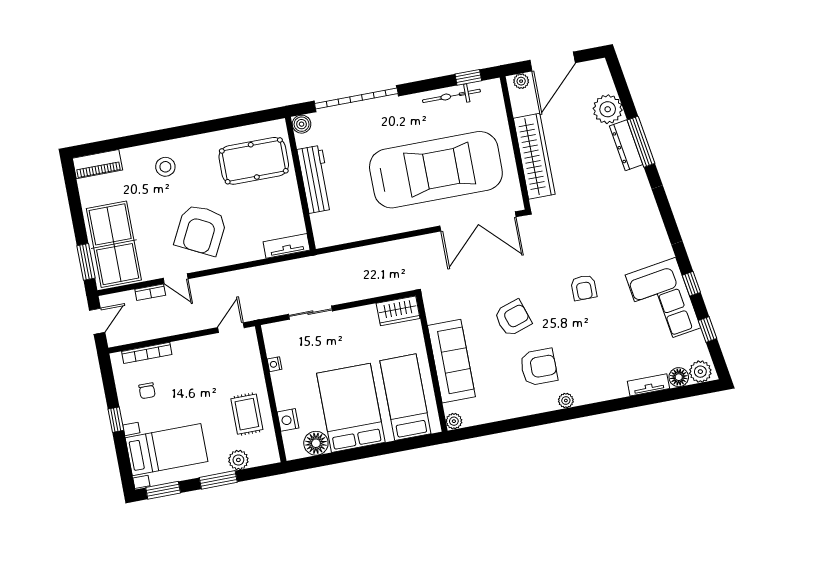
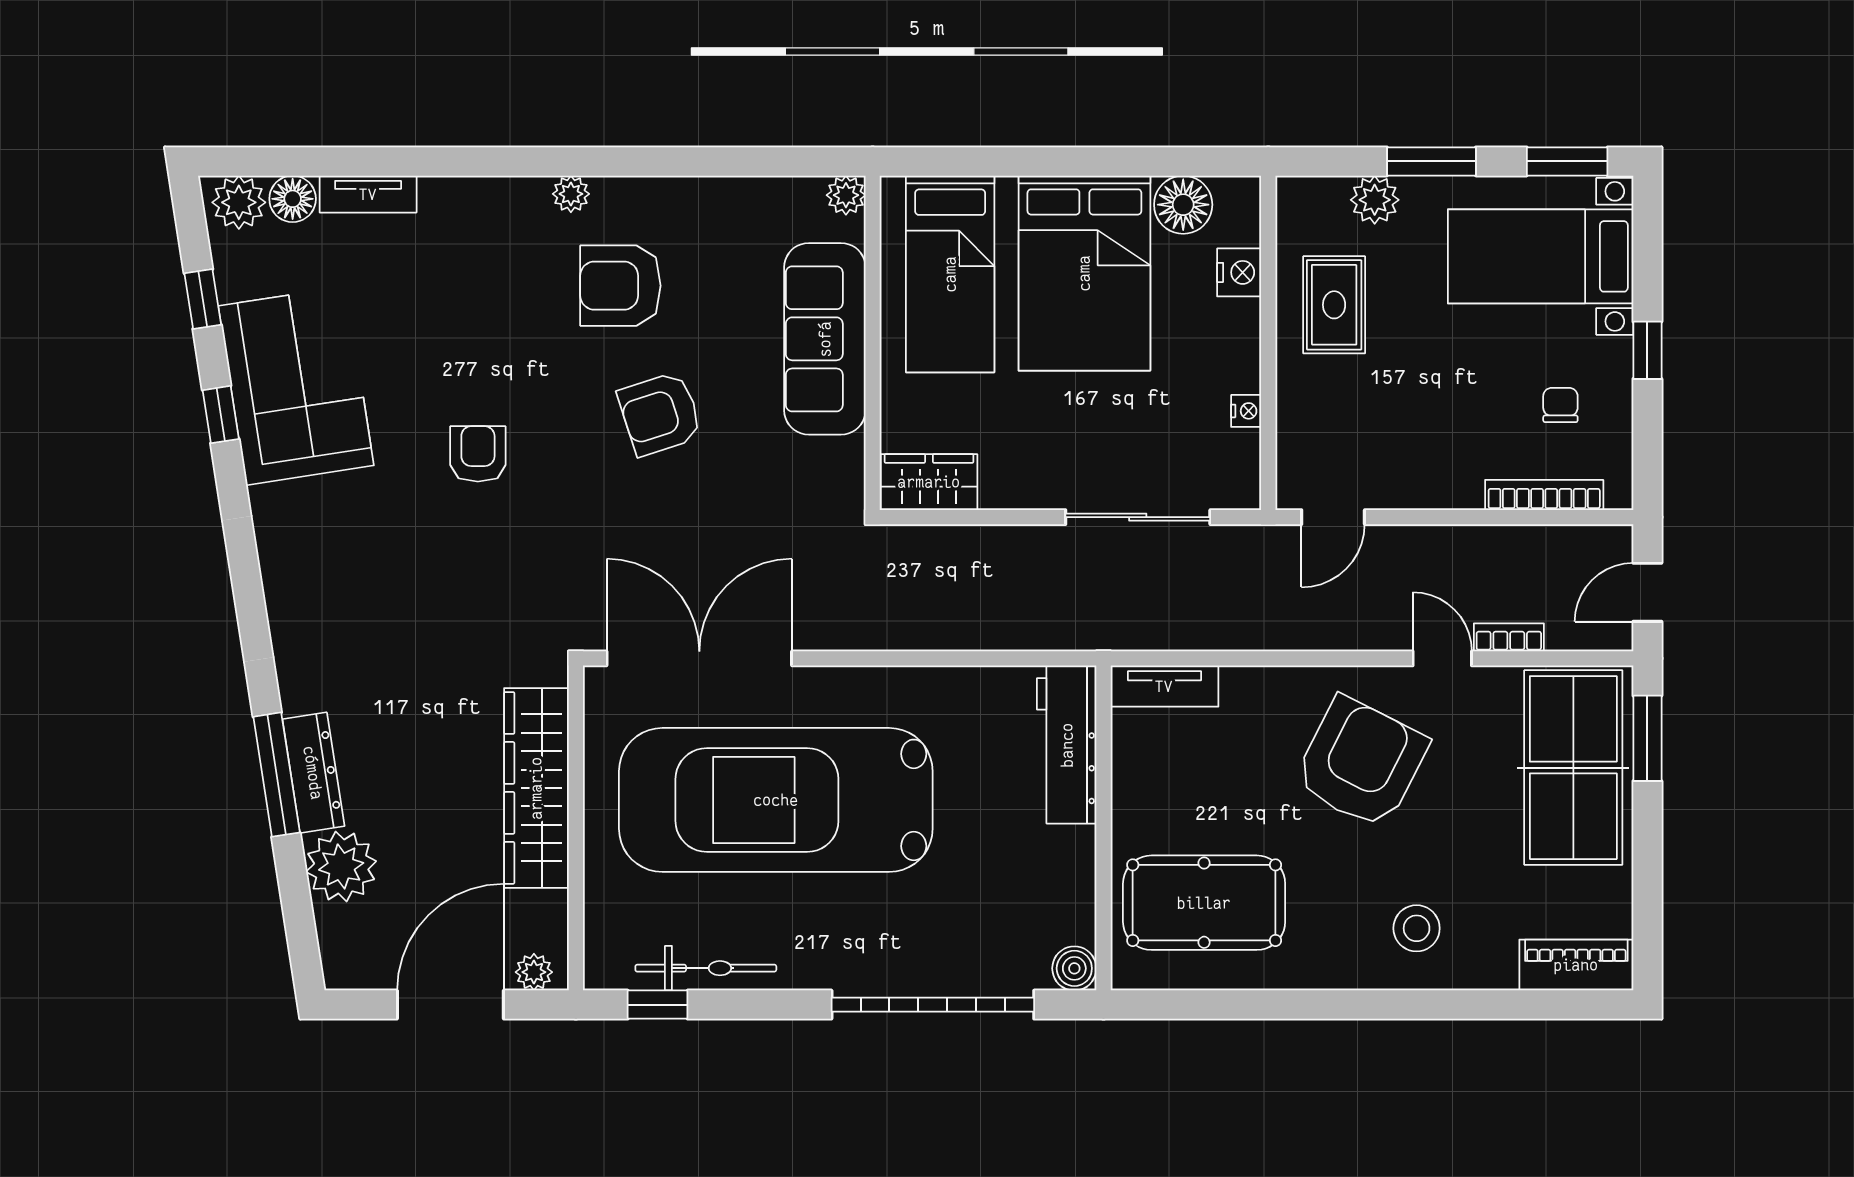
workbench: (315, 179) -> (1067, 745), moved
sliding door: (310, 313) -> (1138, 517), width x1.37

